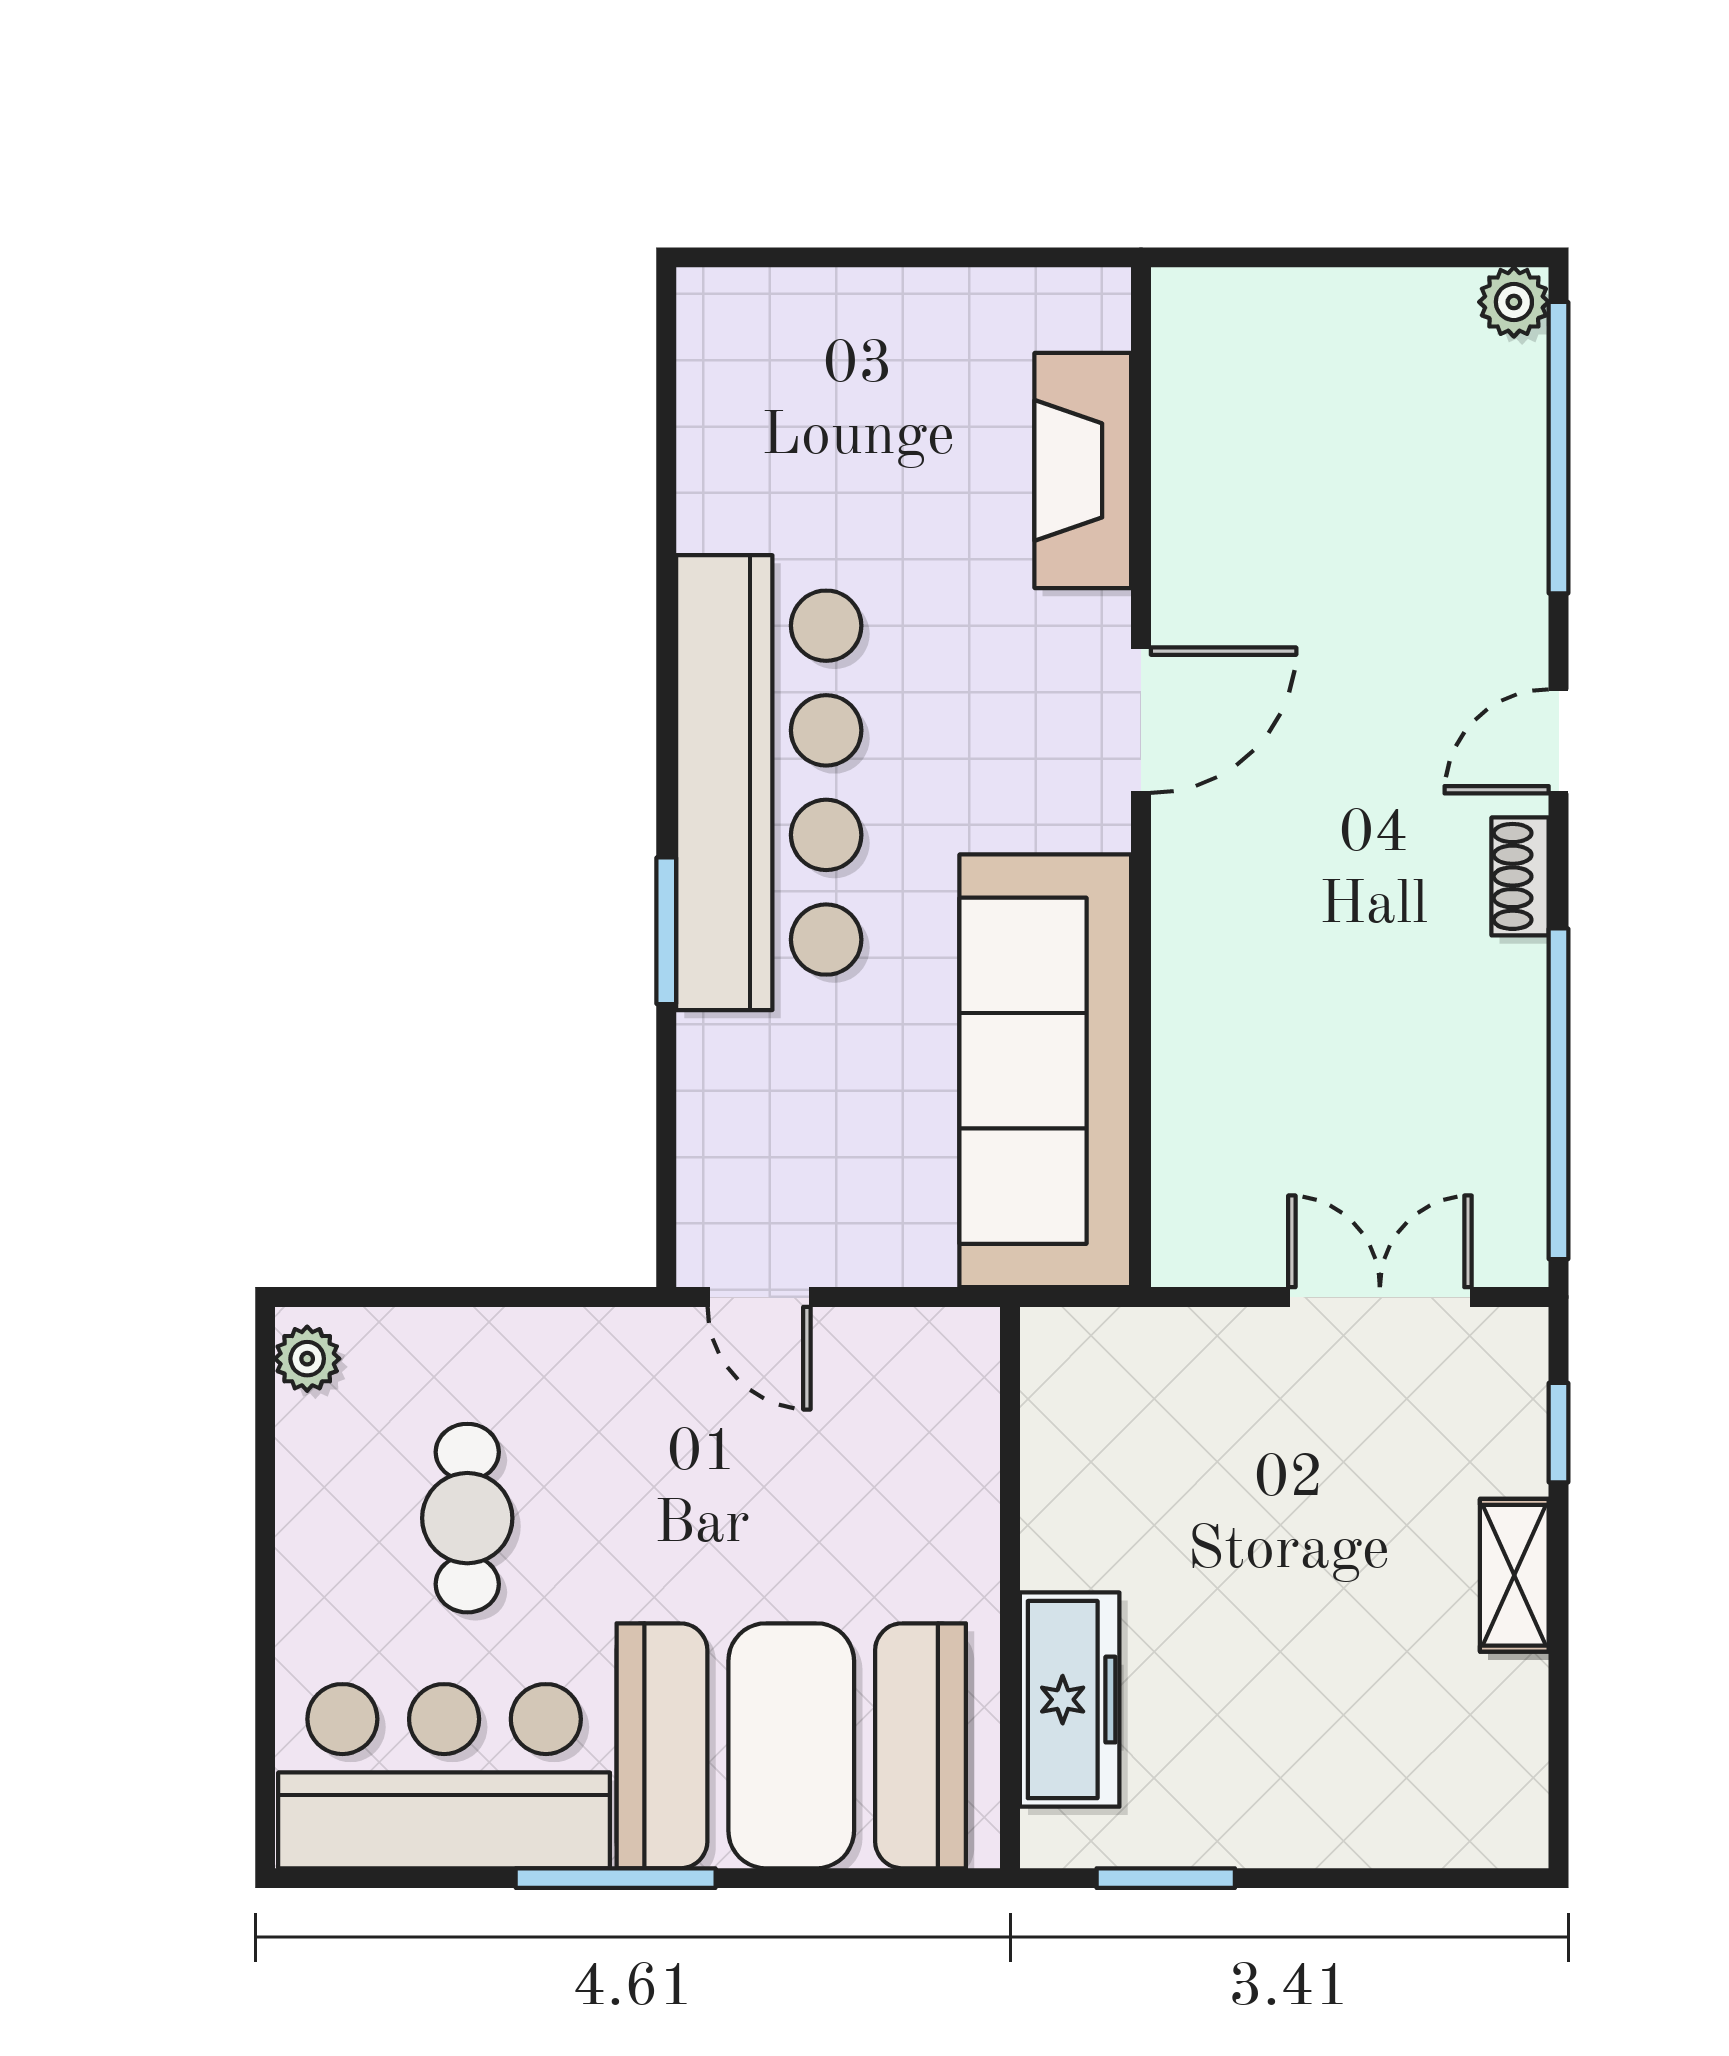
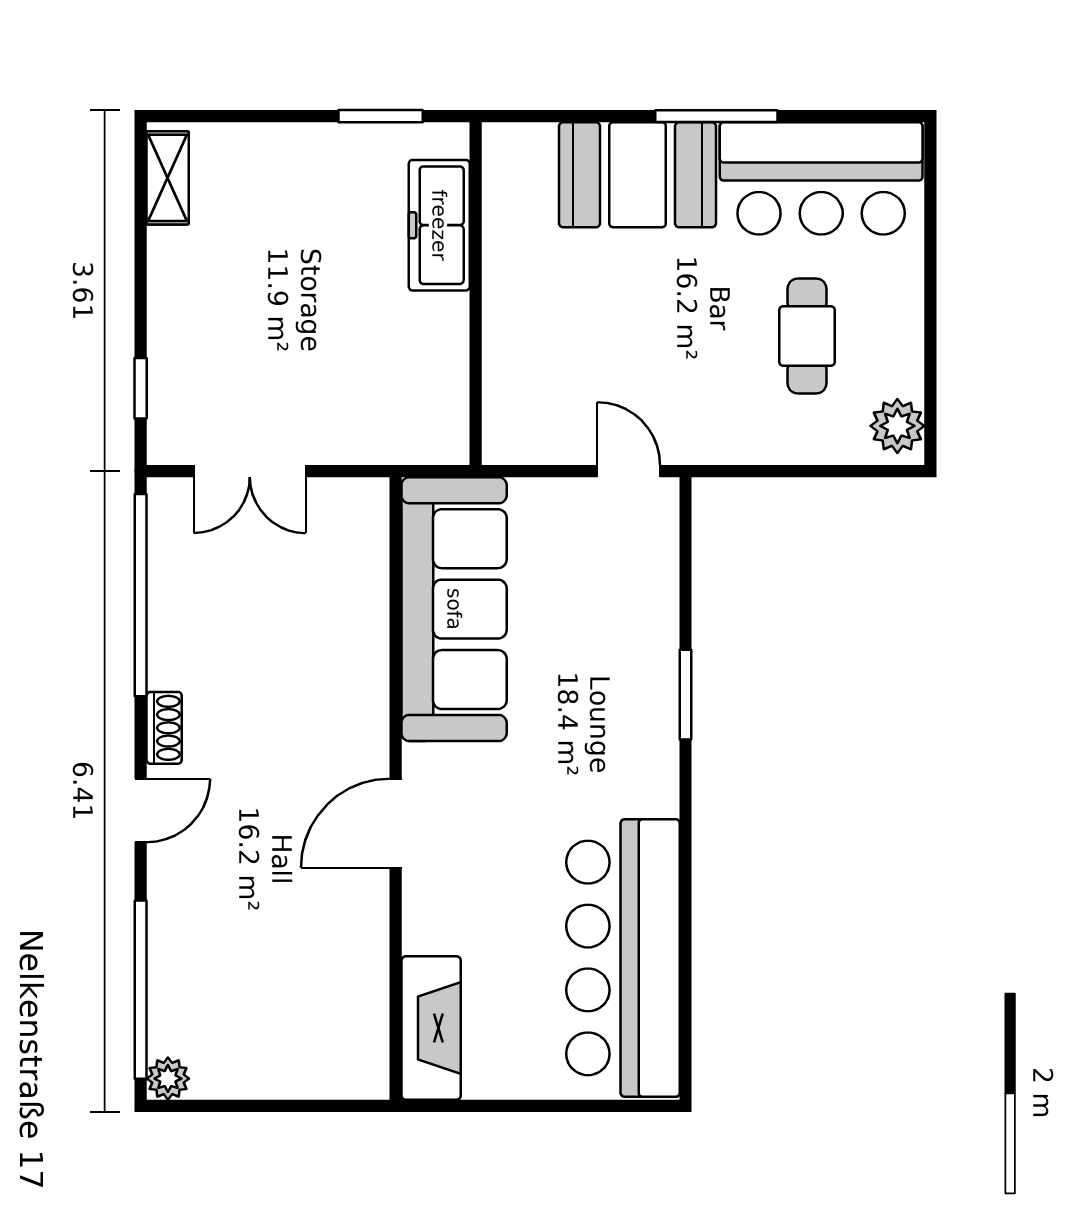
fireplace: (1083, 470) -> (431, 1028), moved
bar counter: (769, 783) -> (623, 958), moved
plant: (307, 1359) -> (897, 426), width x1.38, depth x1.38
shelving: (1514, 1575) -> (168, 178), moved
booth: (791, 1746) -> (638, 175), width x0.73, depth x0.70

